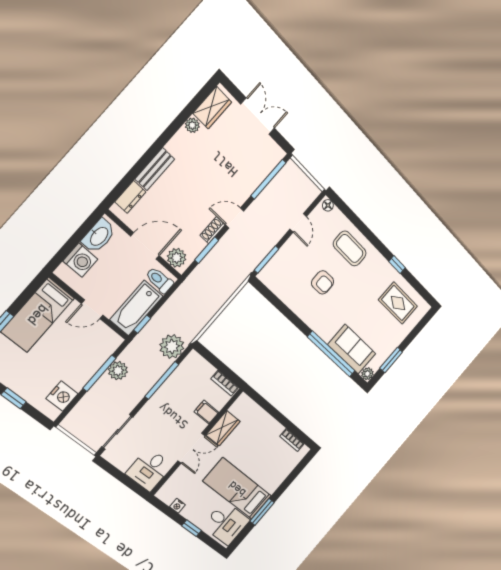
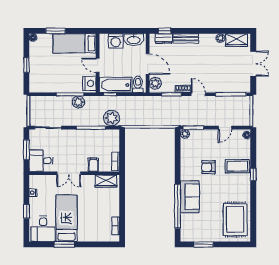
window: (122, 187) -> (165, 31), added
coffee table: (350, 249) -> (237, 166), turned 90
window: (397, 265) -> (253, 174), moved
armchair: (323, 282) -> (208, 167), turned 90
rug: (398, 303) -> (235, 219), width x1.36, depth x1.43
sofa: (352, 349) -> (190, 197), moved
plant: (367, 374) -> (185, 134), moved
nightstand: (62, 396) -> (89, 83), moved, turned -90
wardrobe: (223, 428) -> (106, 181), moved
window: (122, 477) -> (26, 150), added

